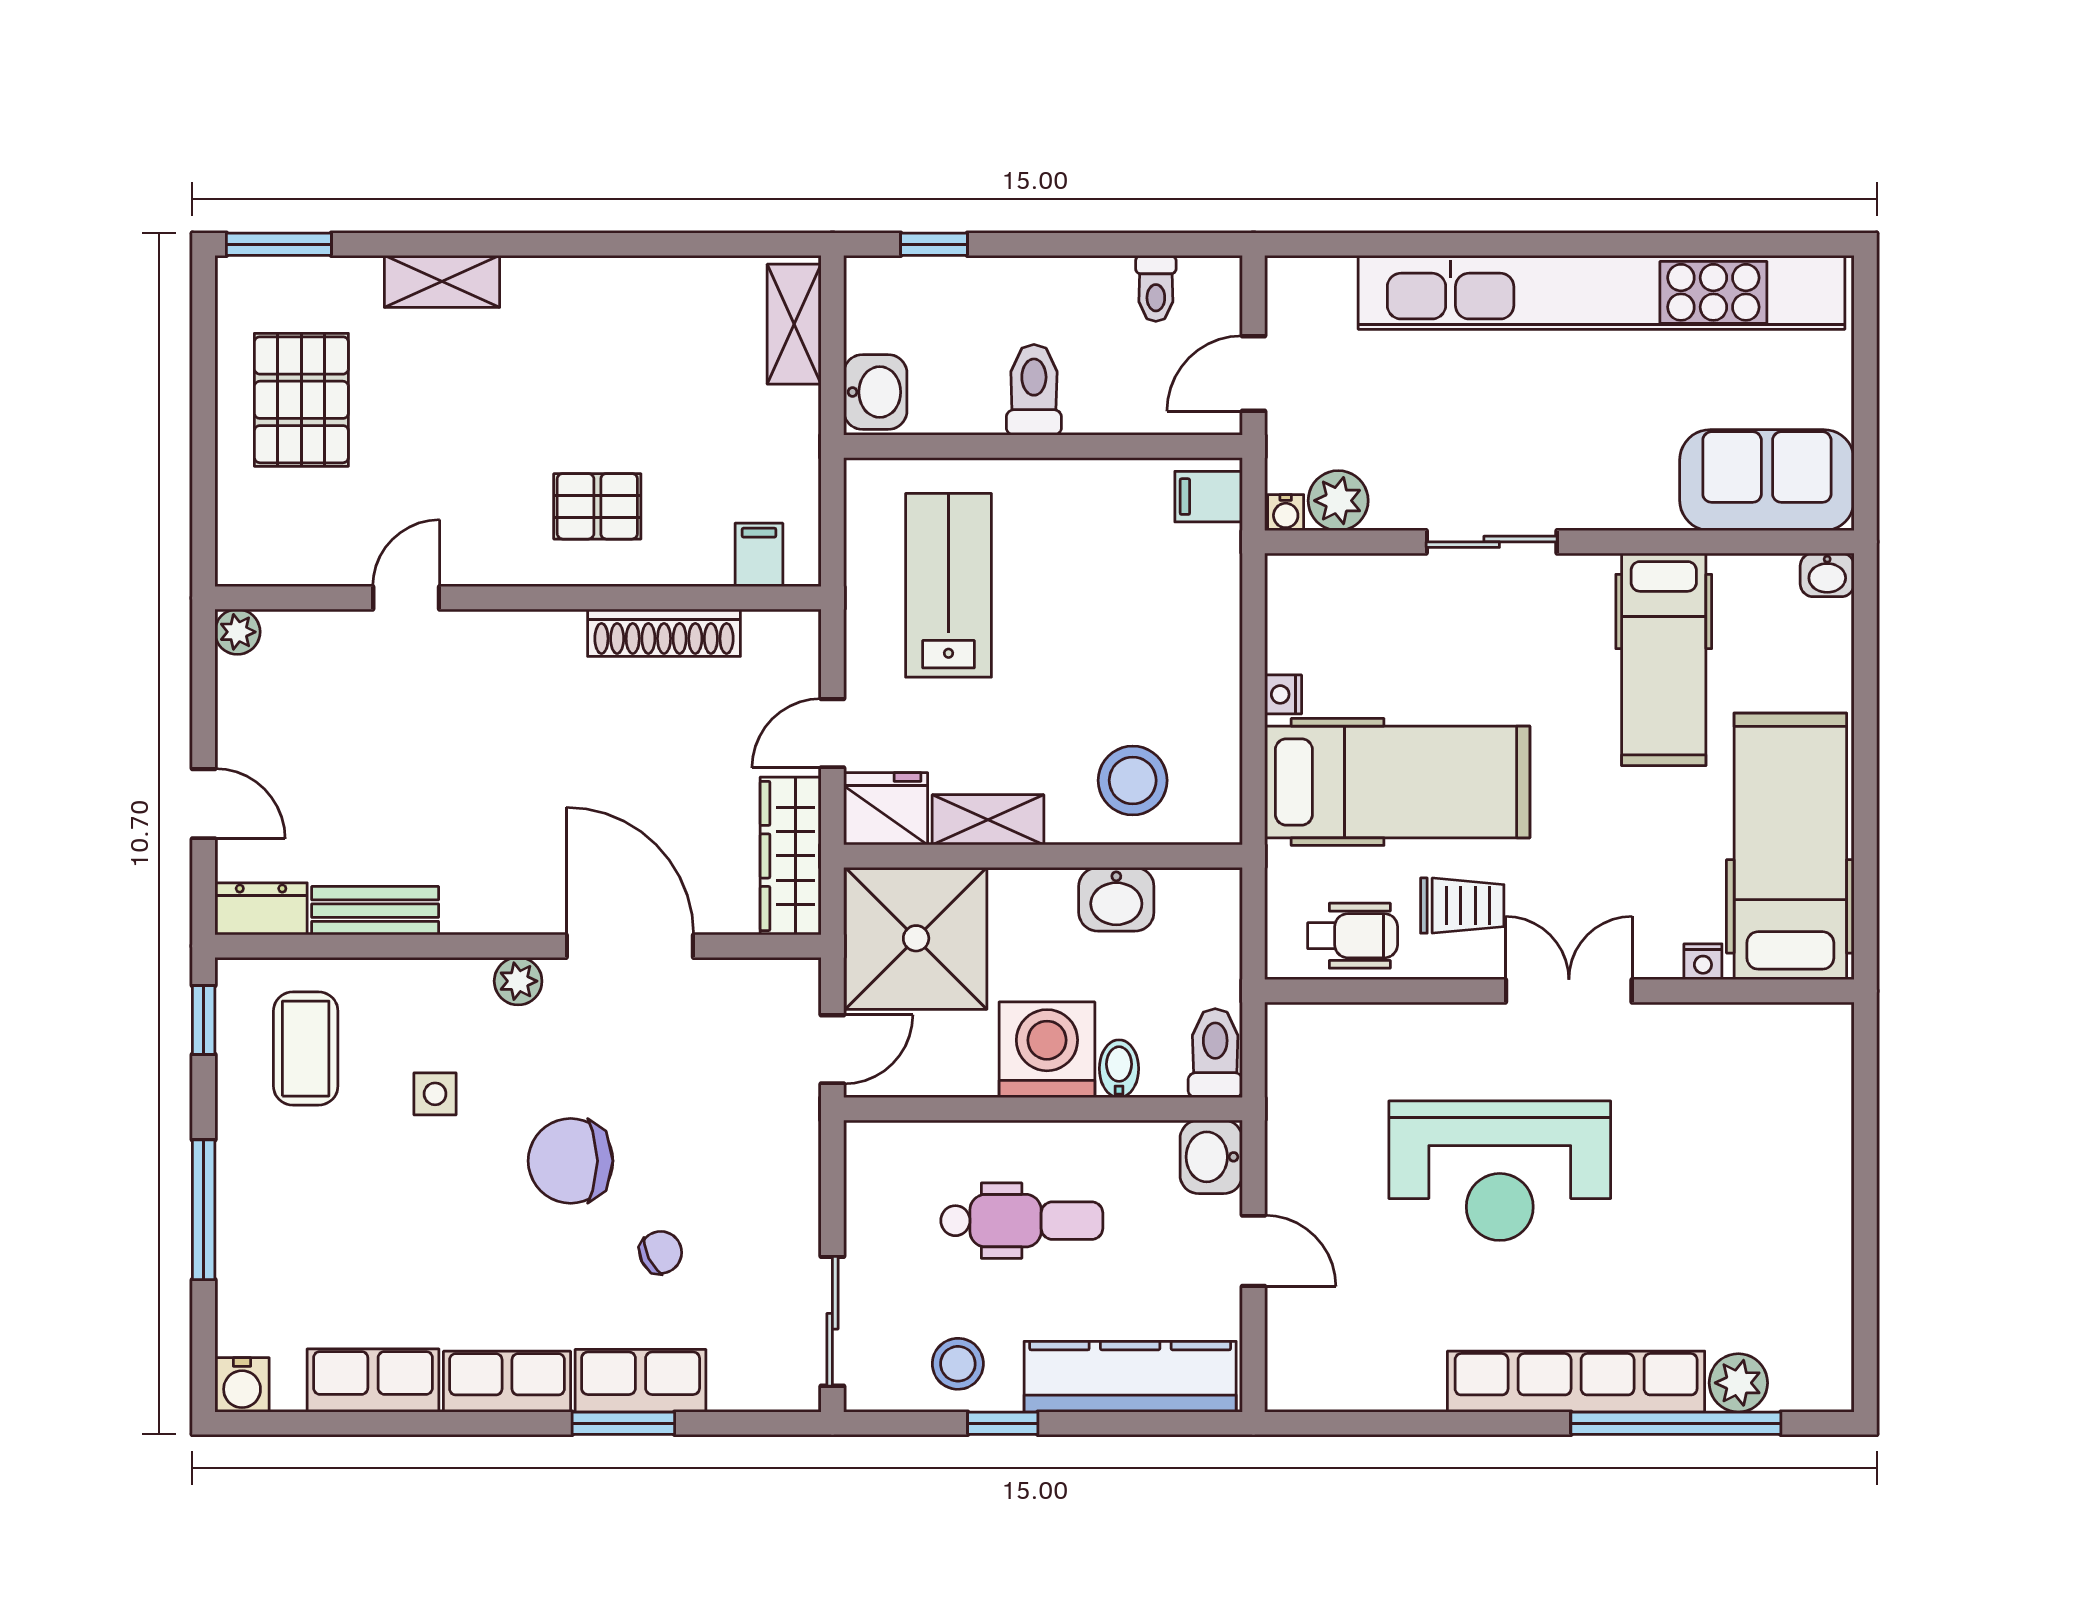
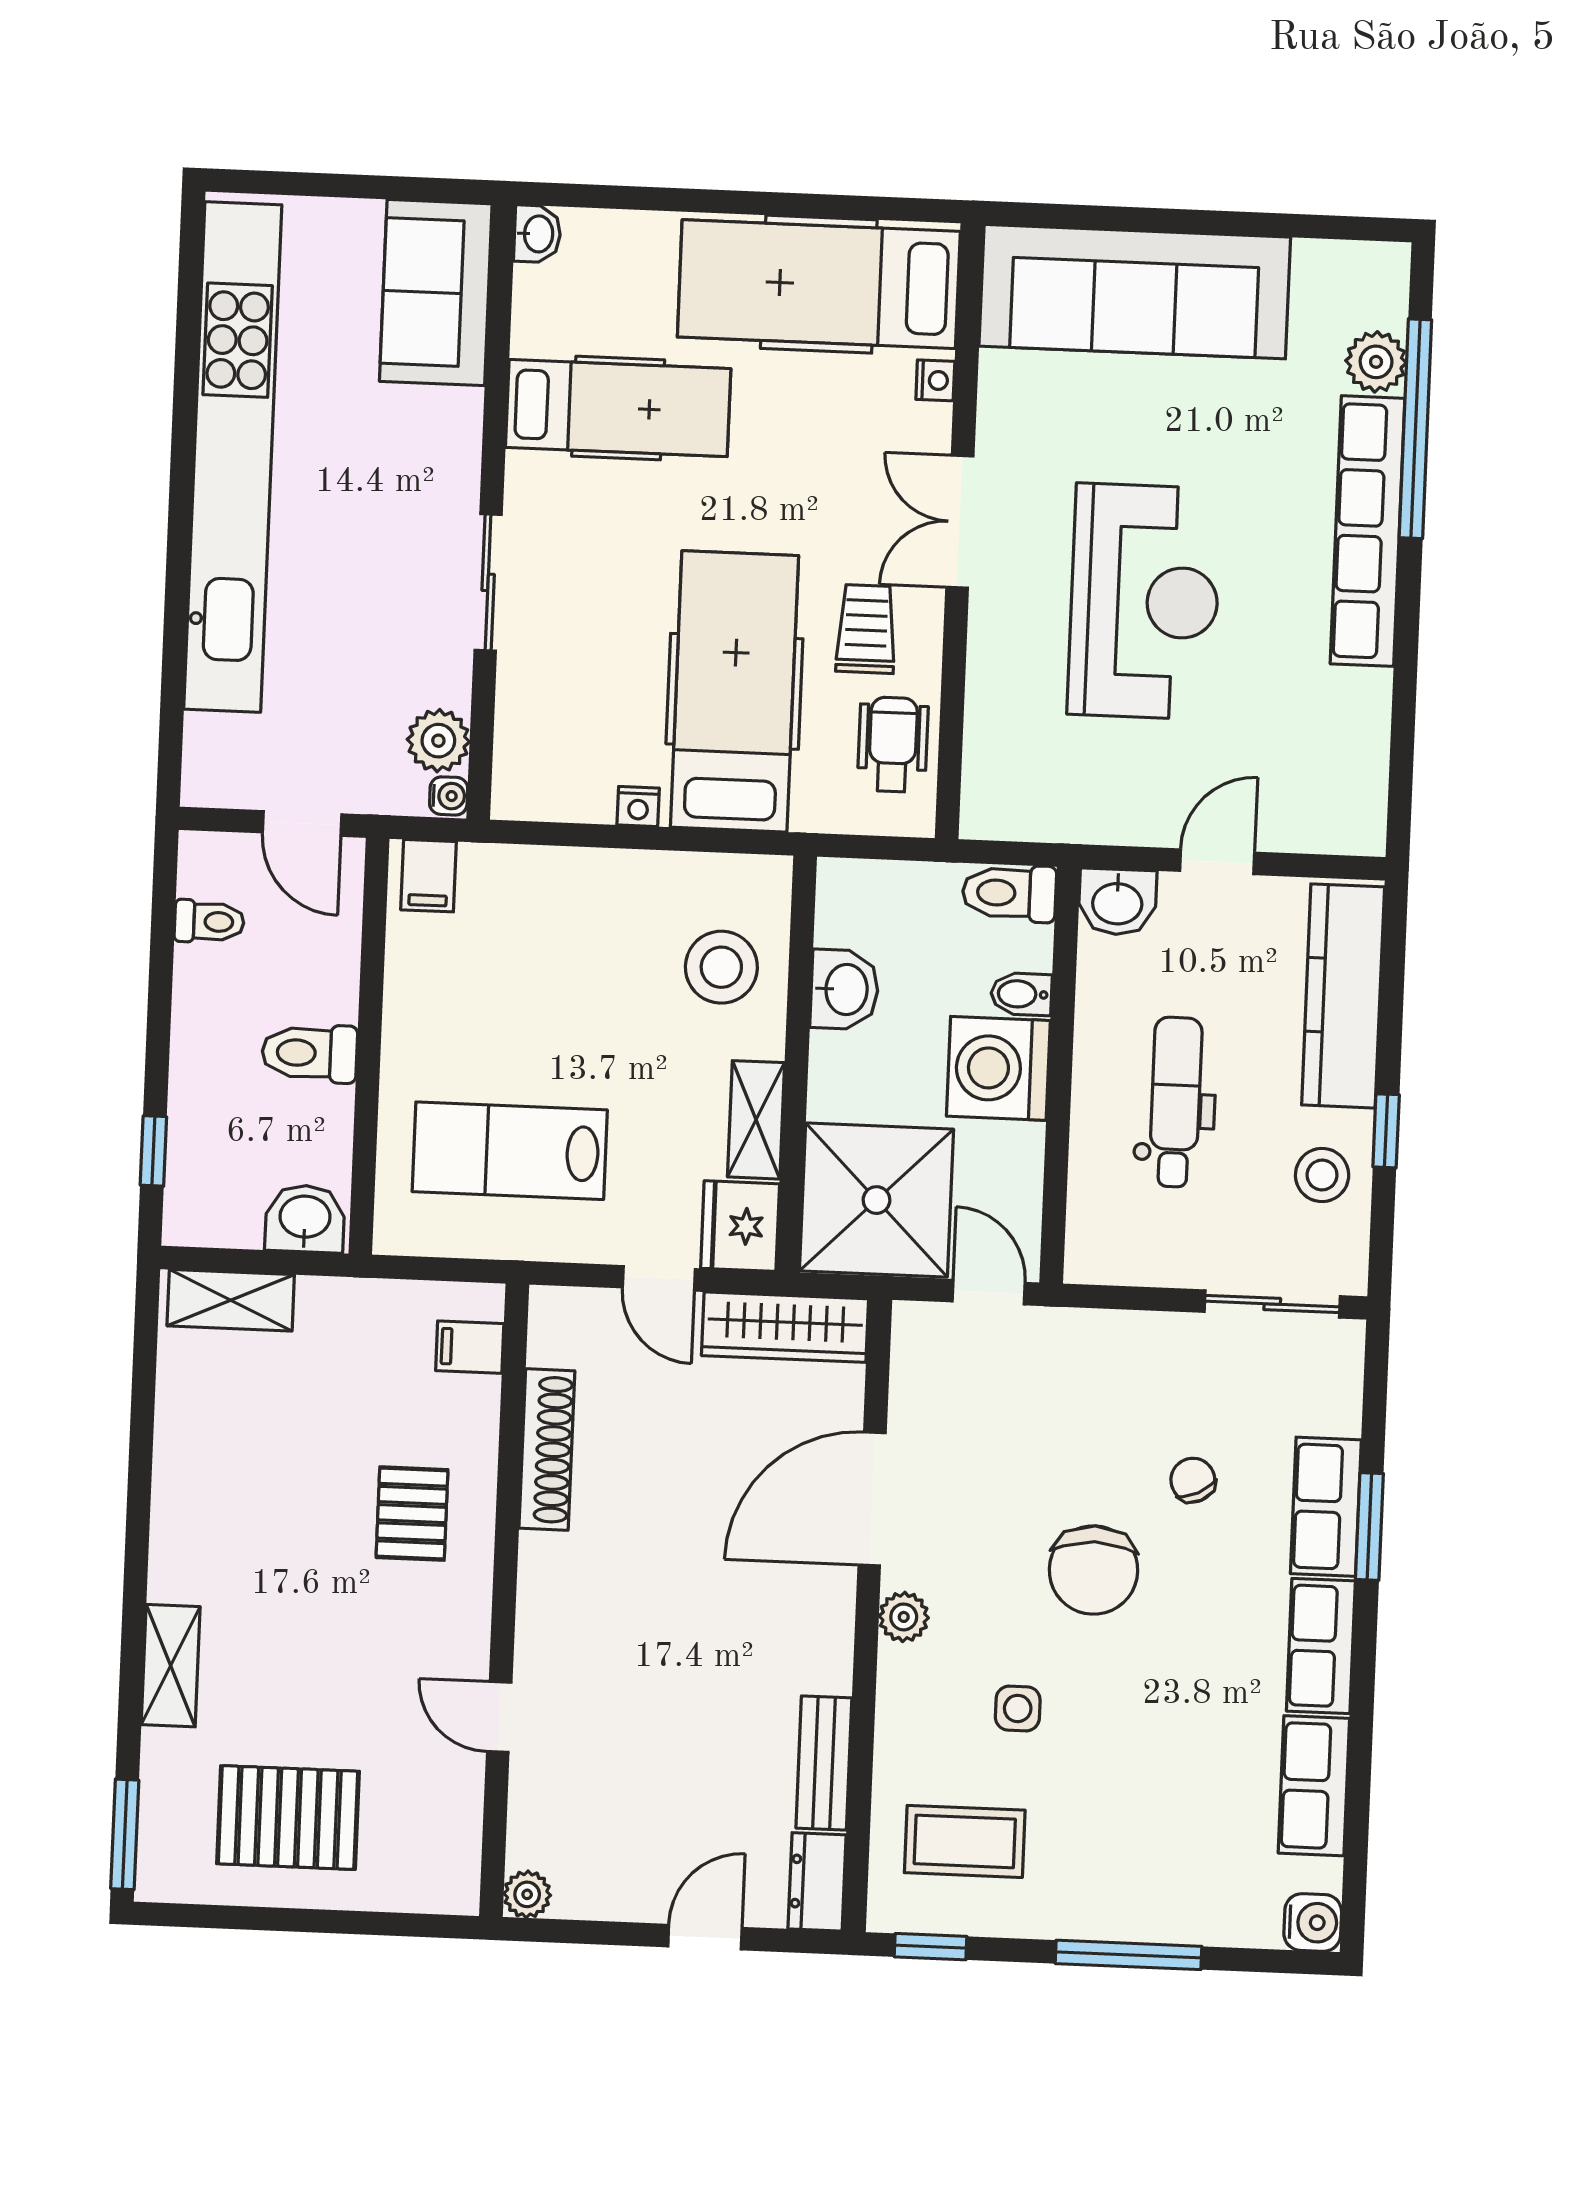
sofa: (1796, 1149) -> (1135, 292), added

